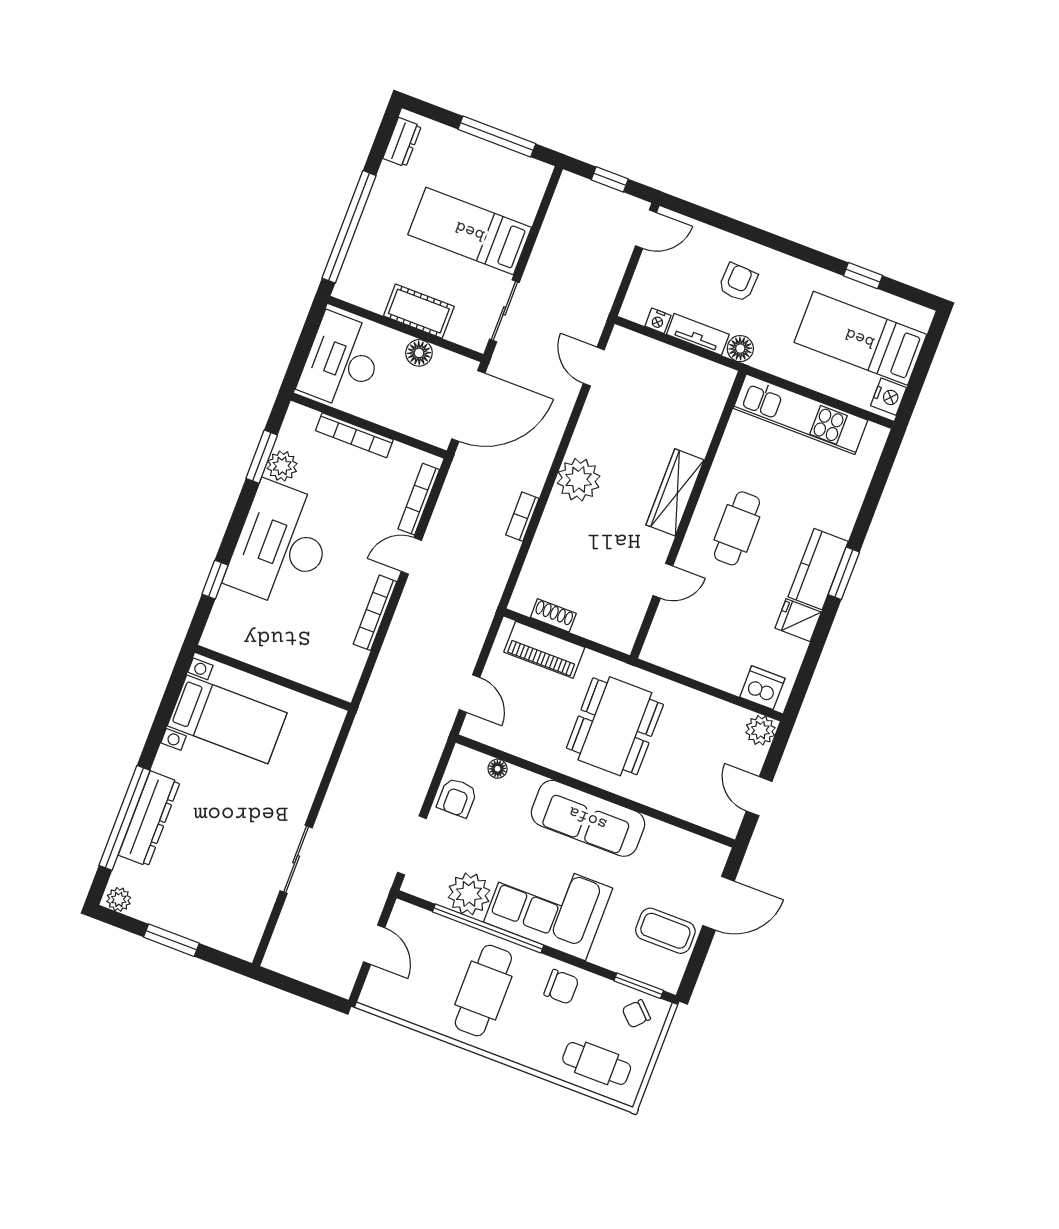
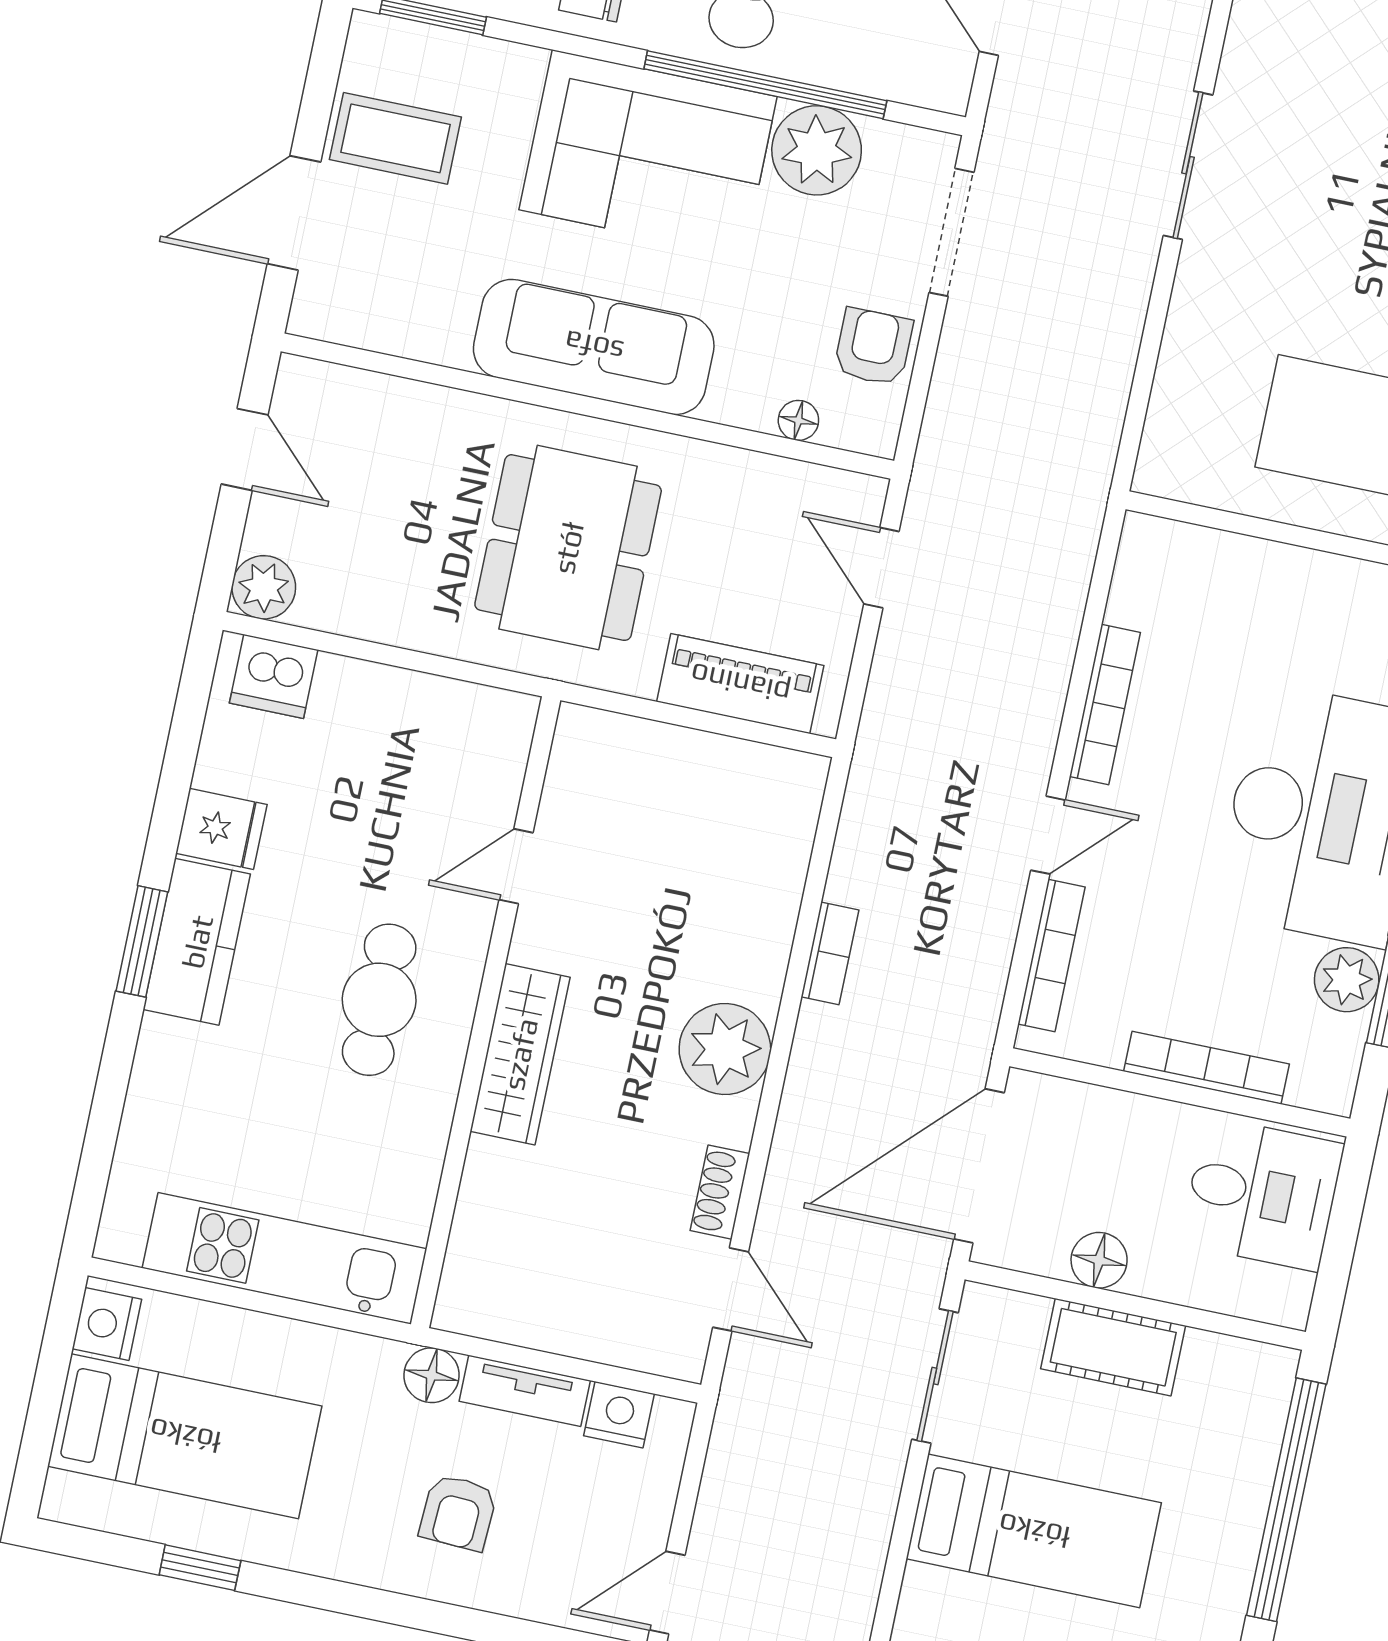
nightstand: (658, 321) -> (619, 1415), width x1.39, depth x1.35
desk: (342, 361) -> (1262, 1194), width x0.73
shoe rack: (553, 615) -> (720, 1192), moved, turned 90

